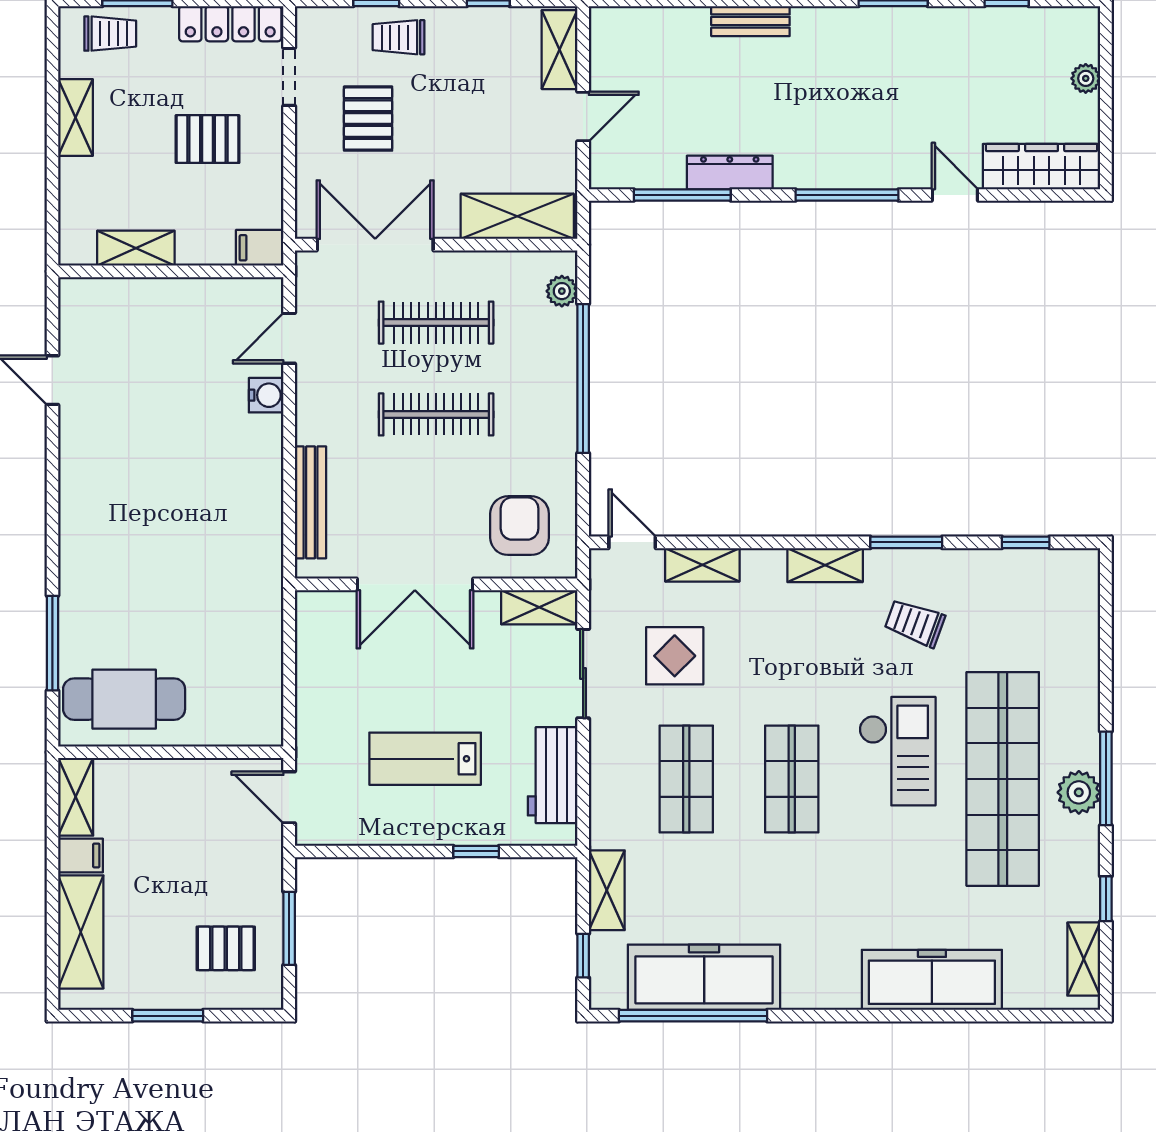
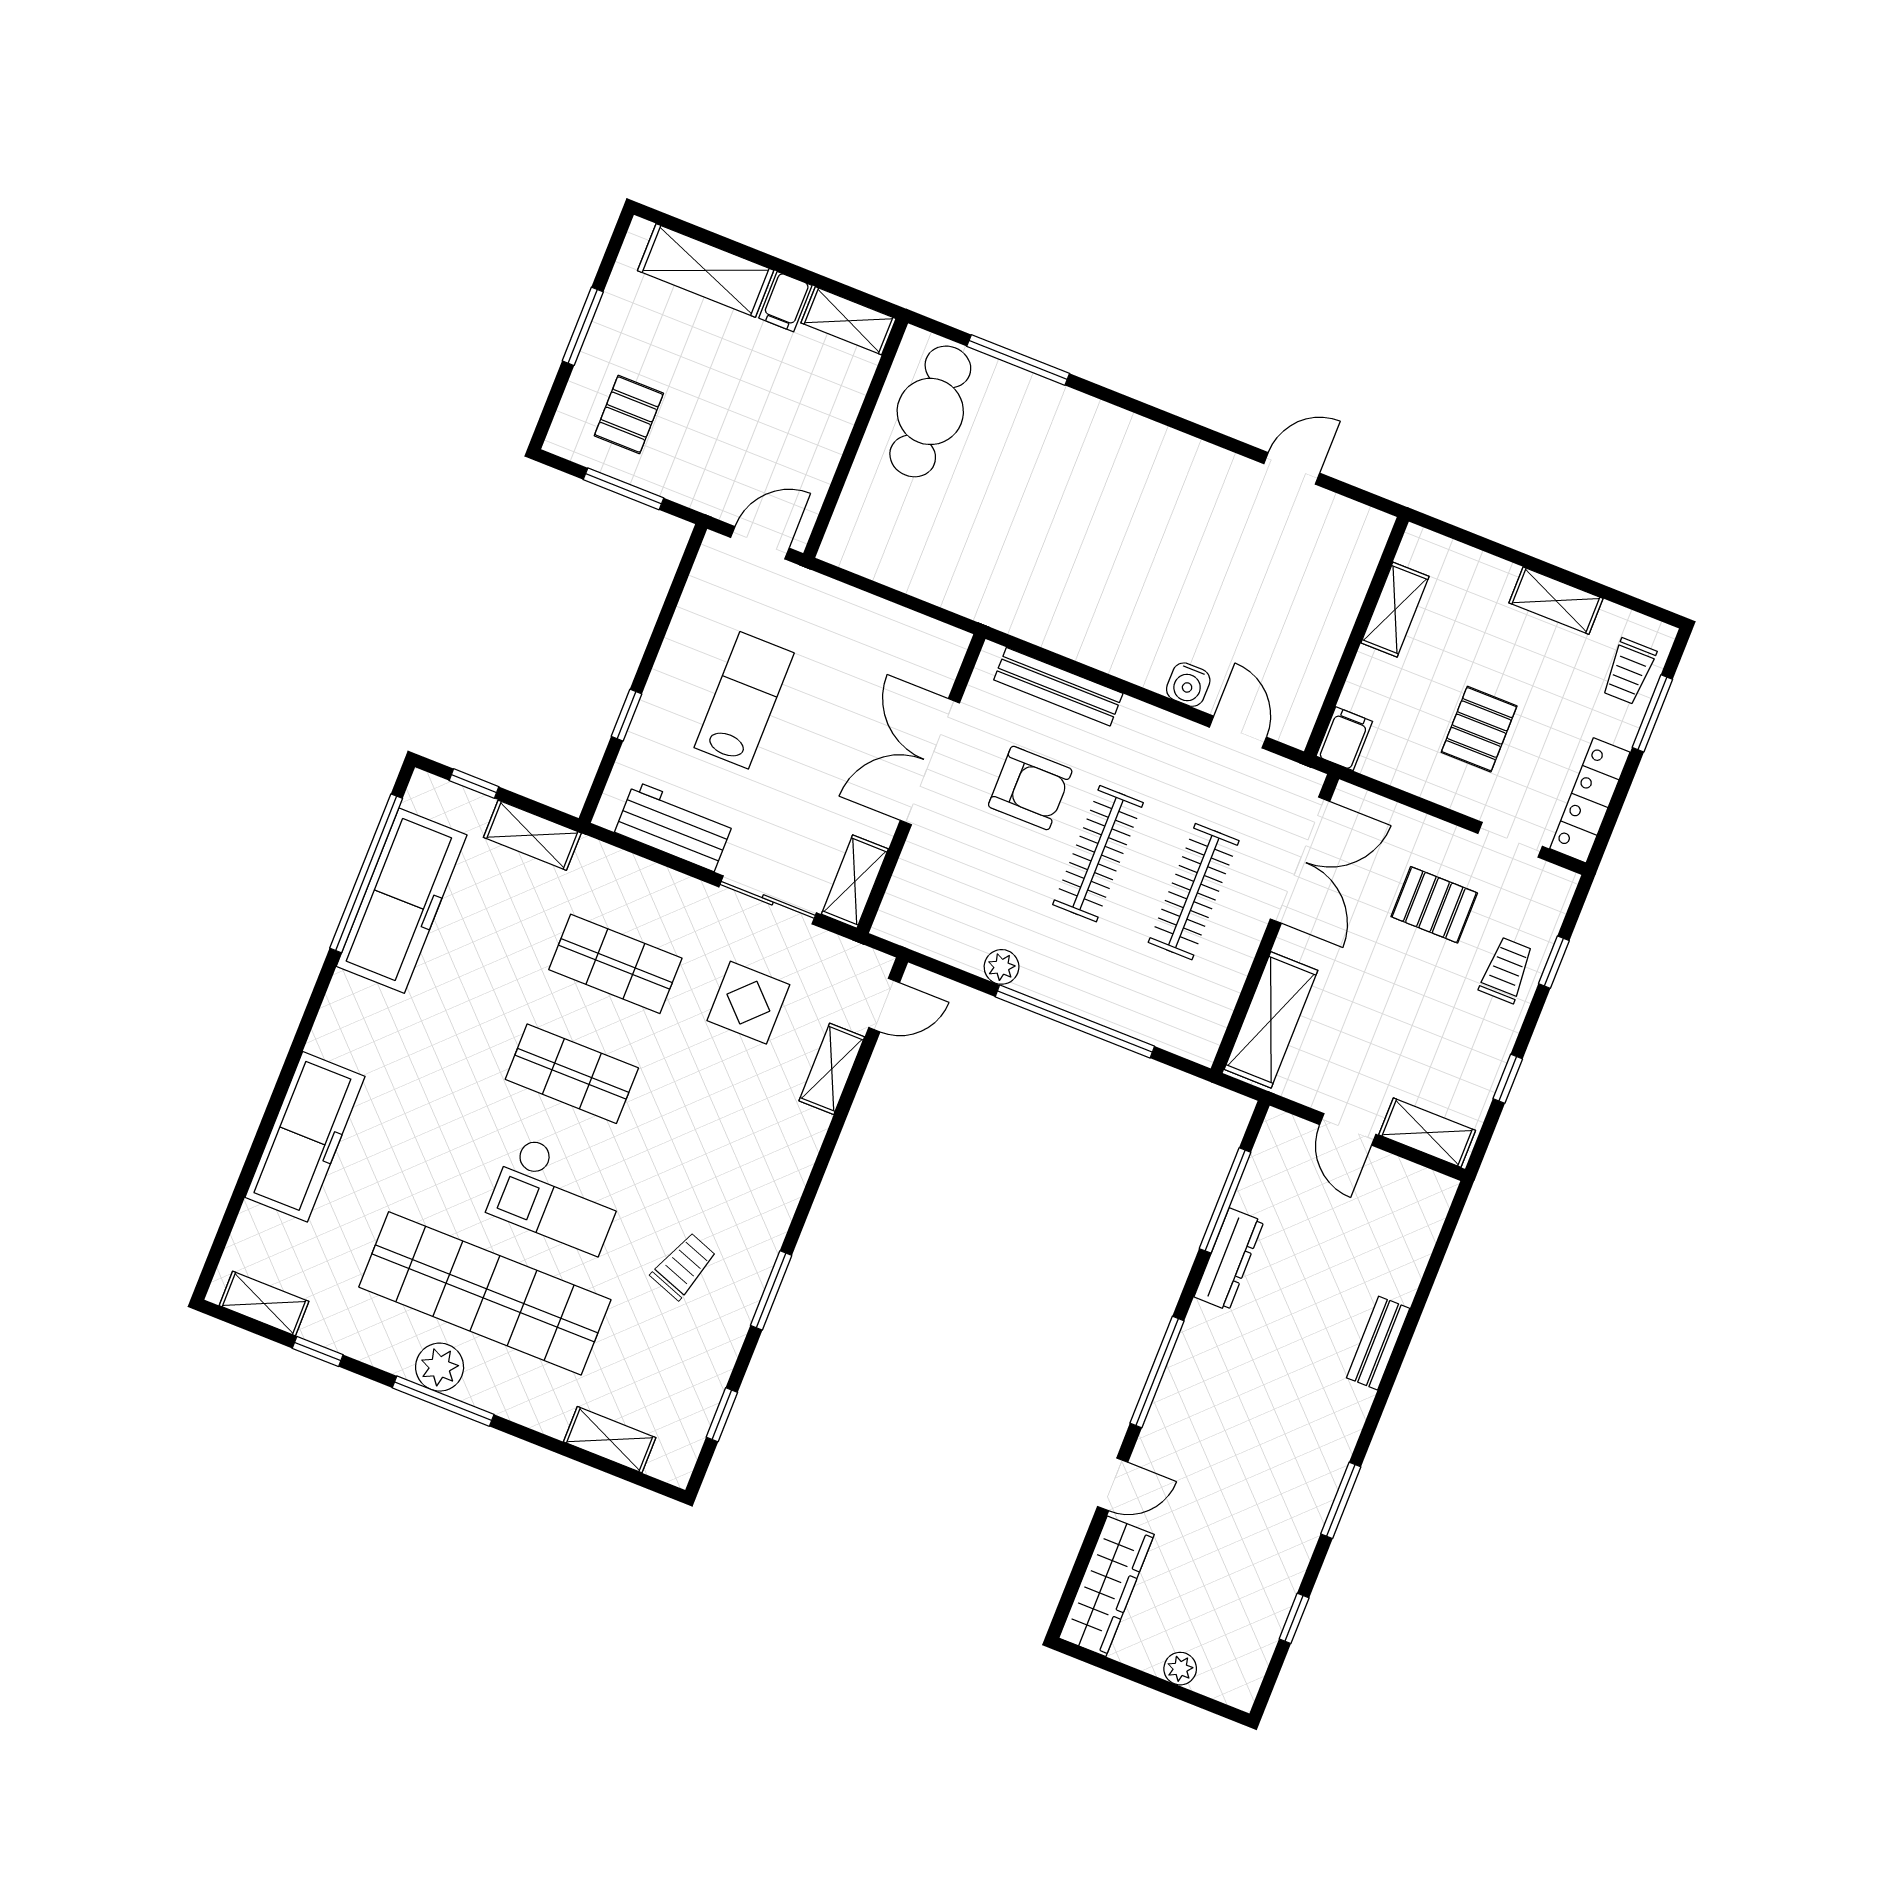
plant: (562, 291) -> (1002, 967), moved
armchair: (520, 526) -> (1030, 788), moved
shelving: (825, 565) -> (610, 1440), moved, turned 90

